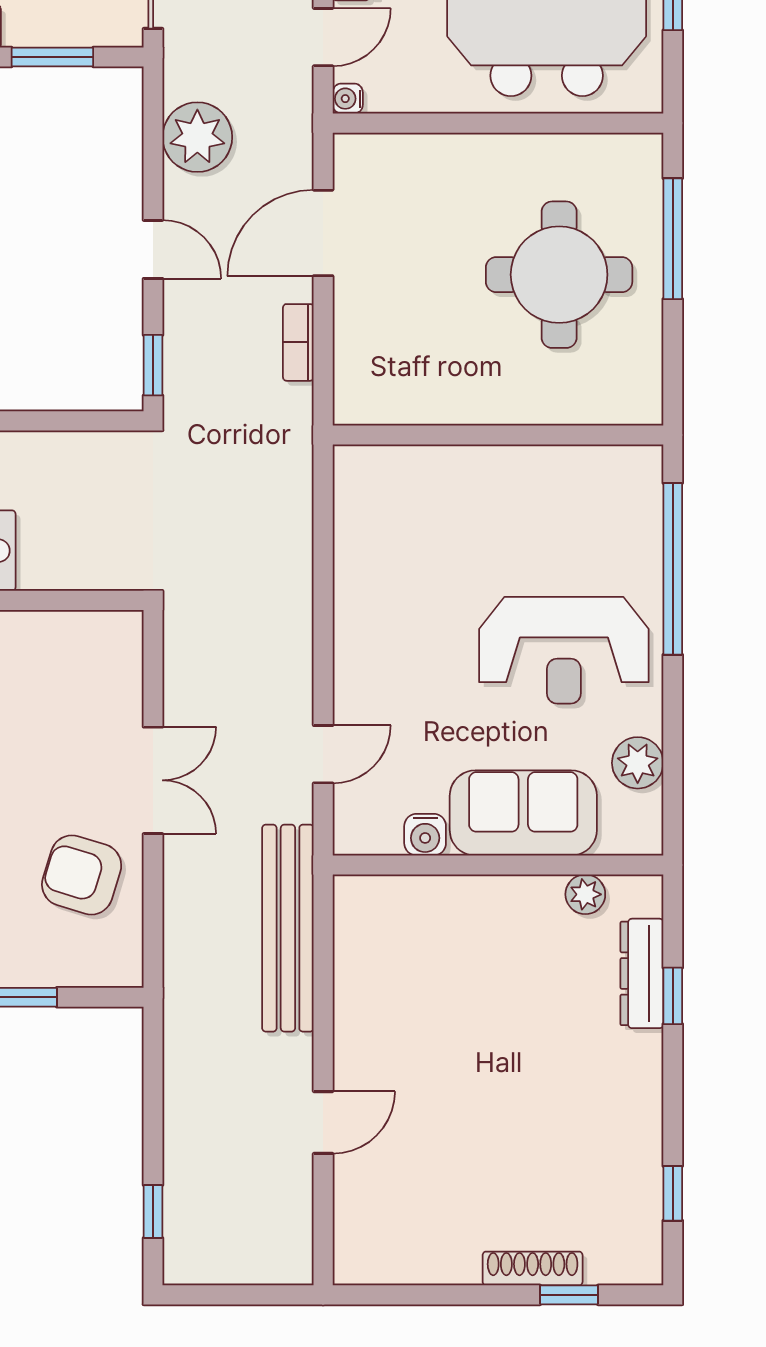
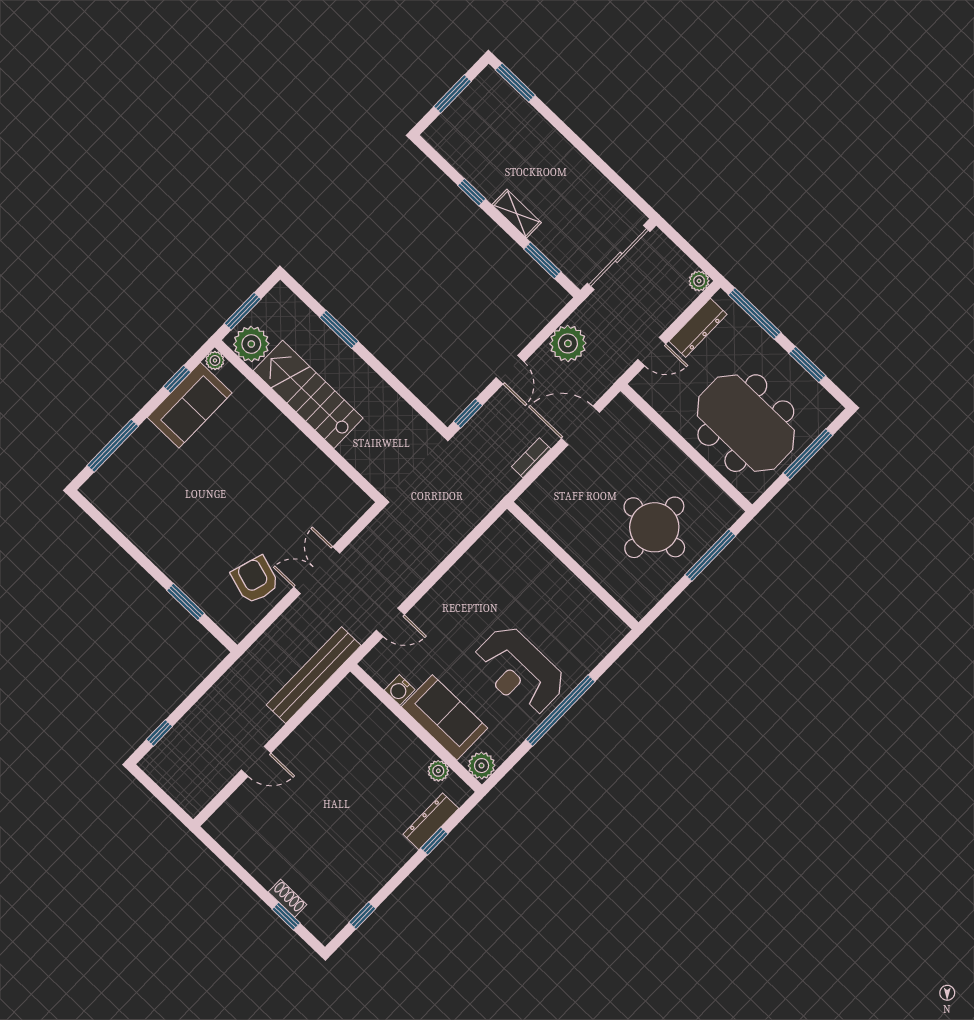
water cooler: (348, 99) -> (639, 384), removed
window: (673, 569) -> (560, 710), moved
plant: (638, 763) -> (482, 766), moved
double door: (153, 780) -> (317, 570), swing flipped
shoe rack: (533, 1268) -> (288, 898), width x0.70

